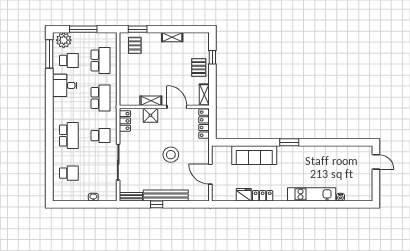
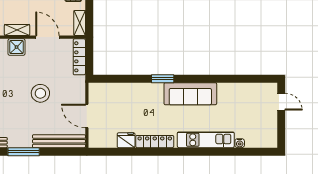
window: (289, 142) -> (163, 79), moved
sofa: (254, 155) -> (190, 94), moved
bench: (166, 196) -> (59, 141), moved
locker: (263, 196) -> (155, 142), width x1.53
window: (157, 204) -> (24, 152), width x2.17

